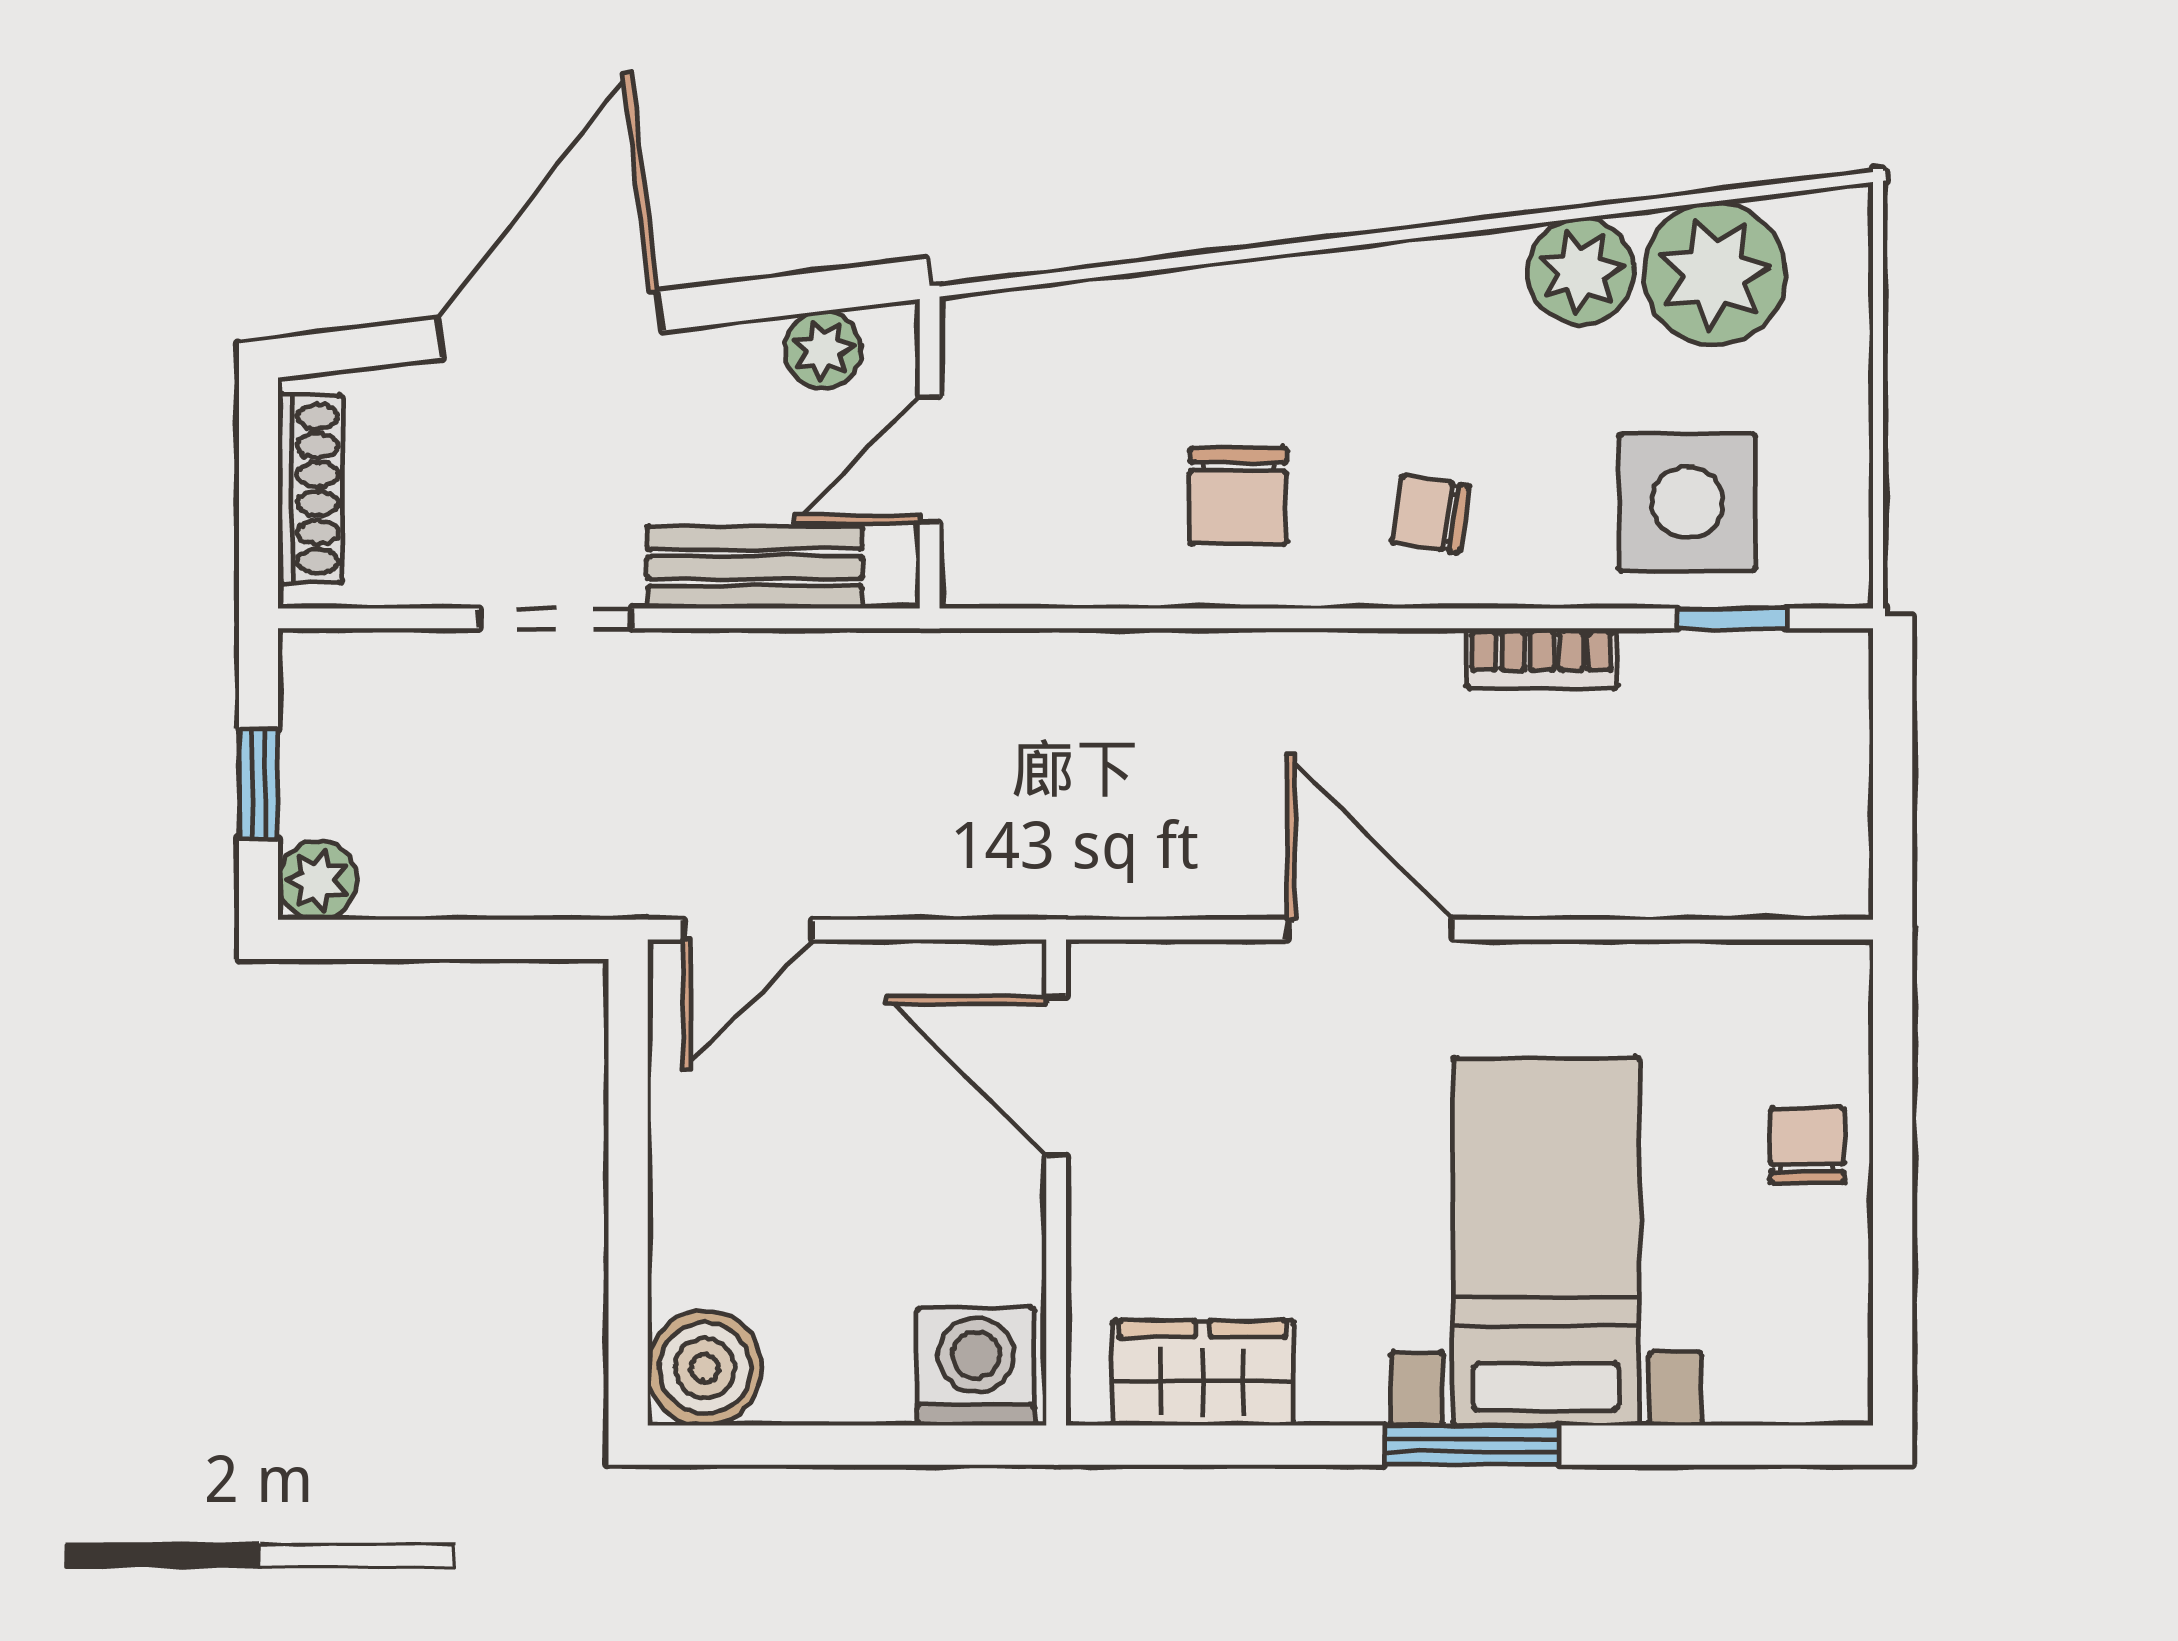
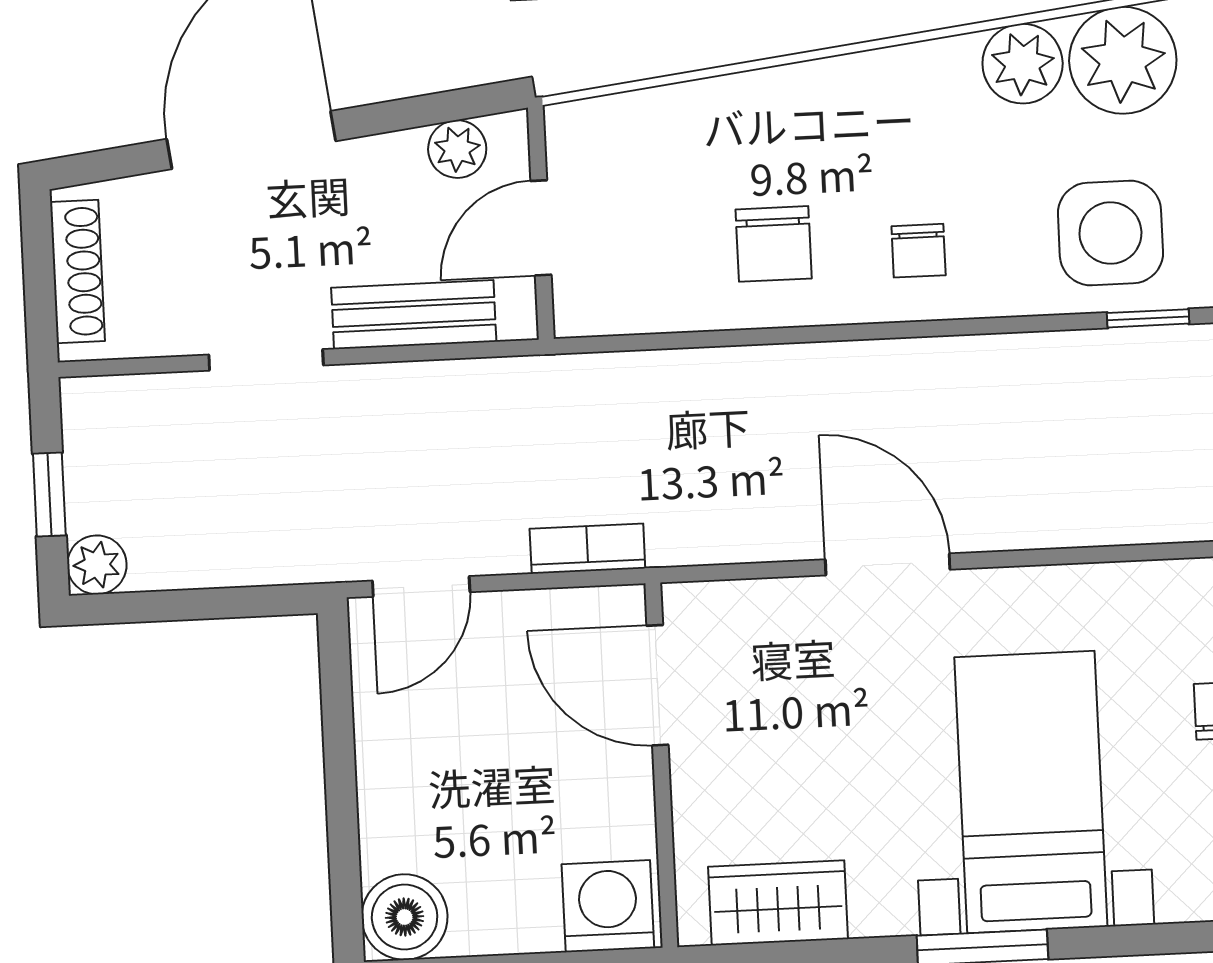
chair: (1431, 514) -> (919, 251), turned -99
bookcase: (1542, 658) -> (587, 549), moved, turned 180

